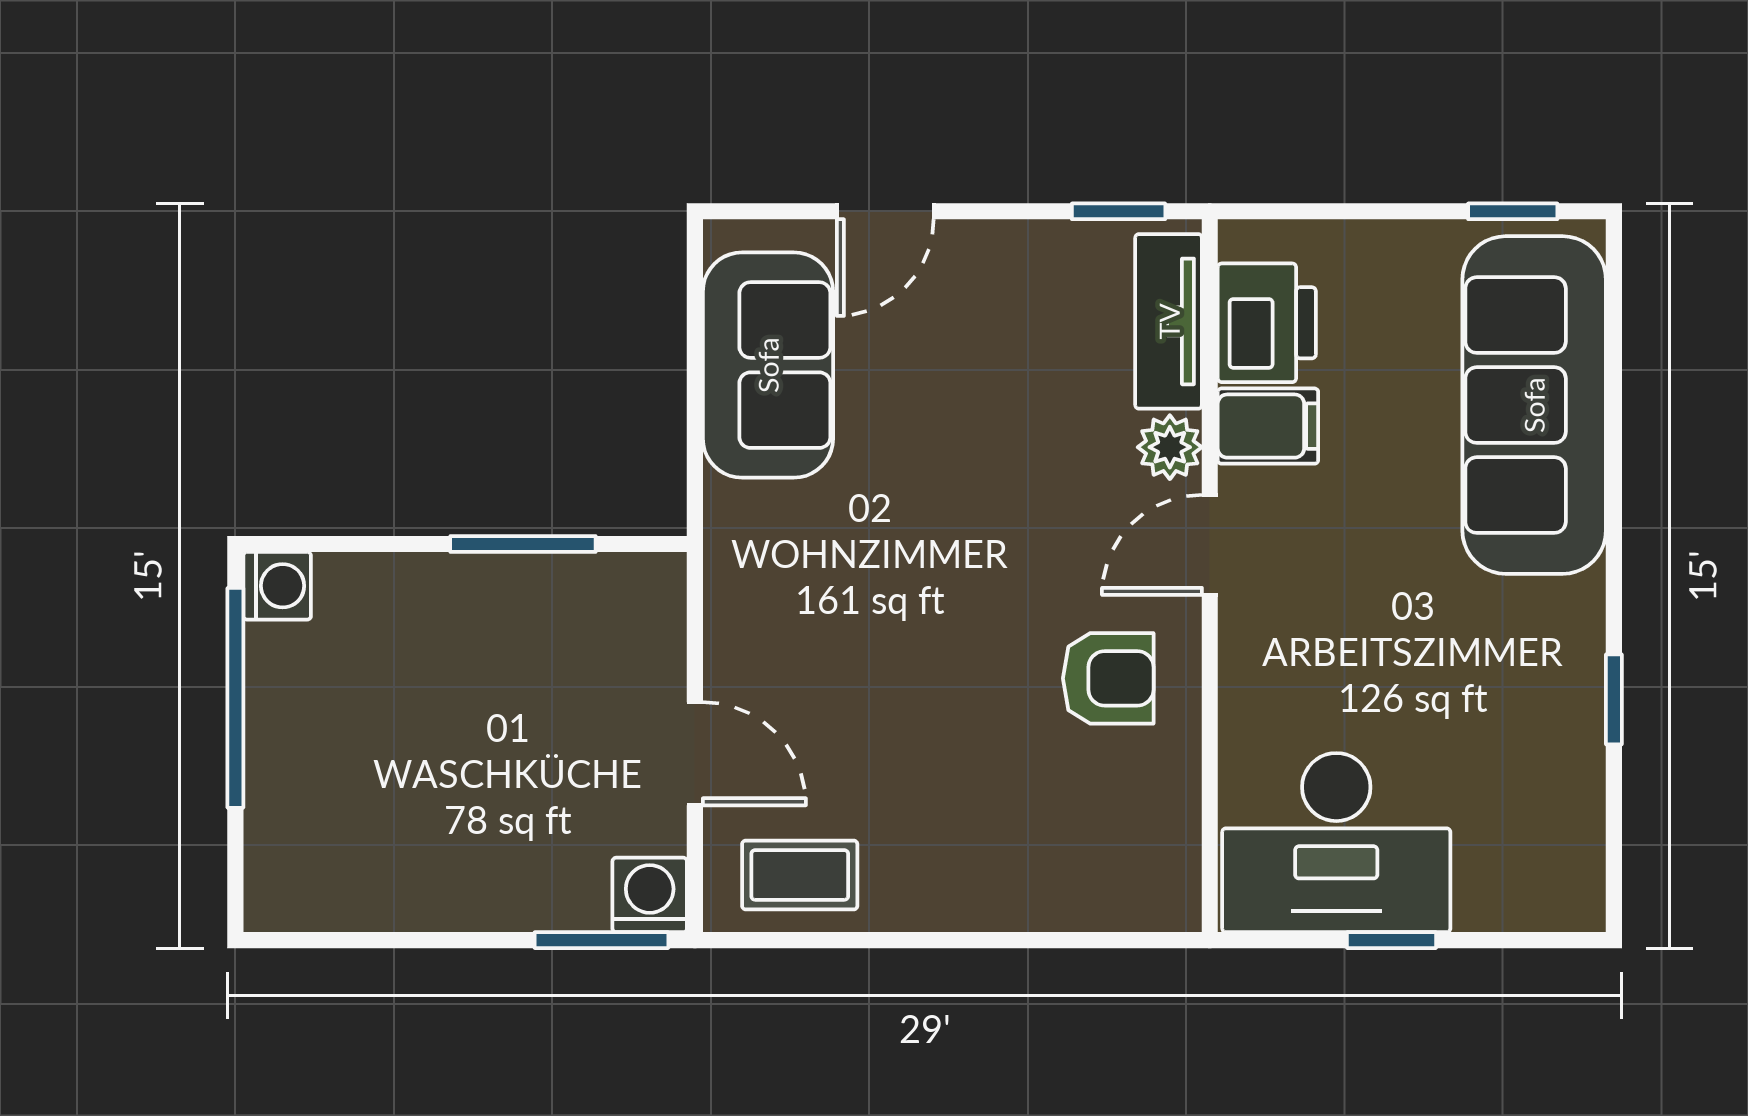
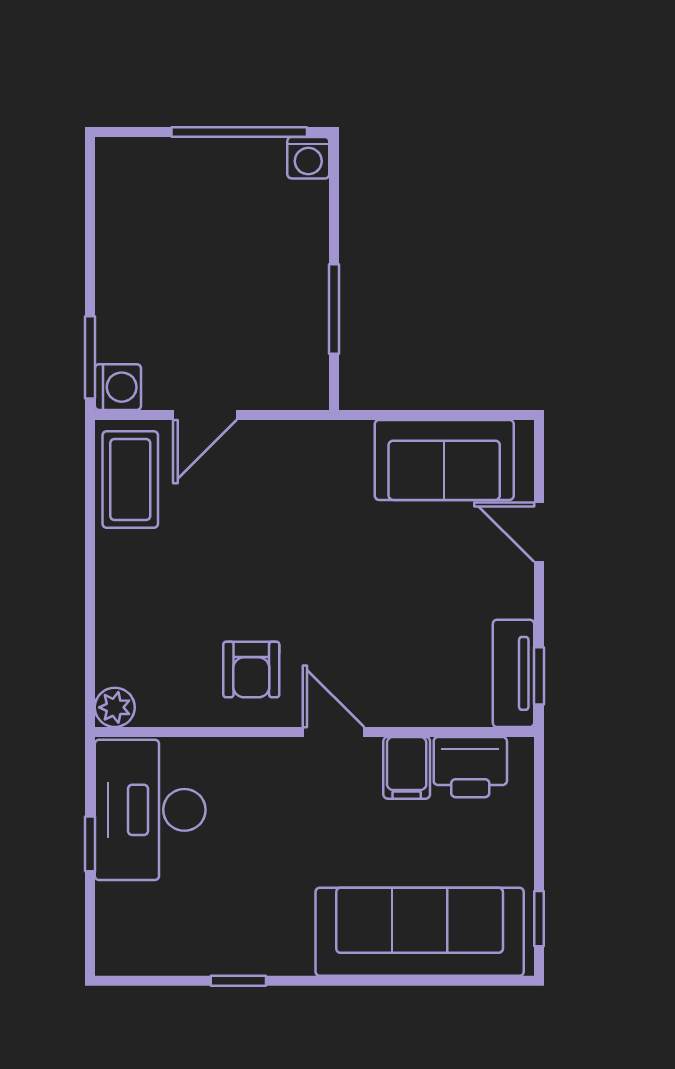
tv unit: (1169, 321) -> (513, 673), moved, turned -90
plant: (1170, 447) -> (115, 707), moved
coffee table: (800, 875) -> (130, 480), width x1.36, depth x1.30

